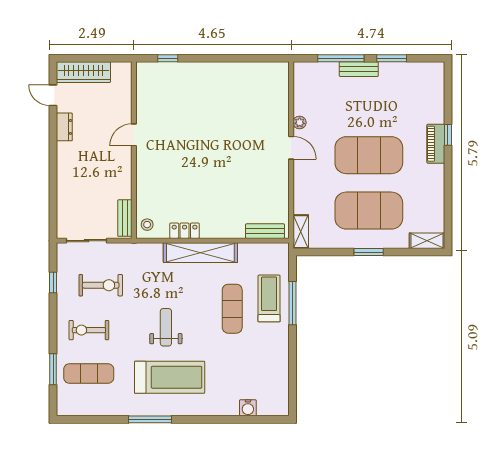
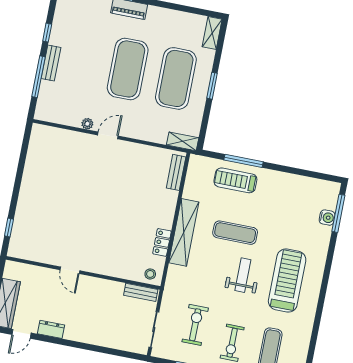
window: (392, 58) -> (47, 33), width x0.67
exercise mat: (232, 309) -> (235, 233), moved
weight bench: (166, 327) -> (243, 275), turned 90
window: (150, 419) -> (338, 213), moved

